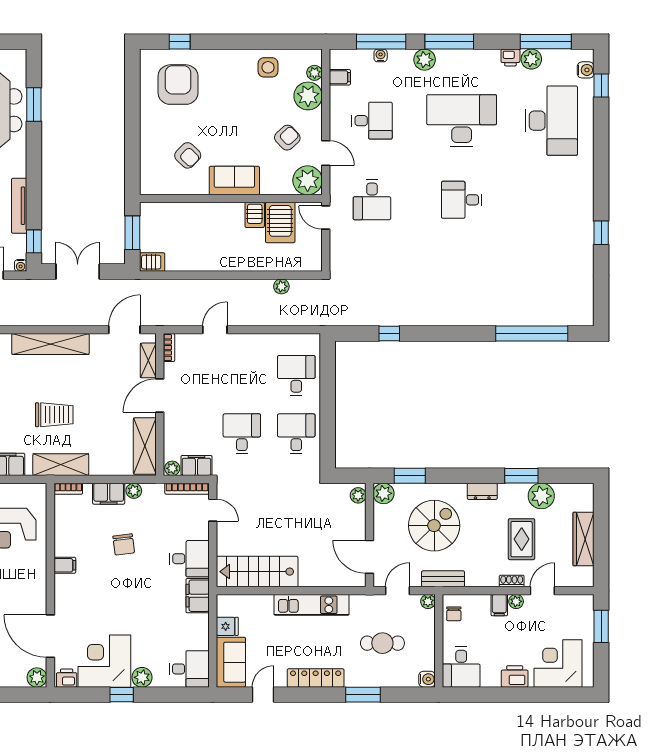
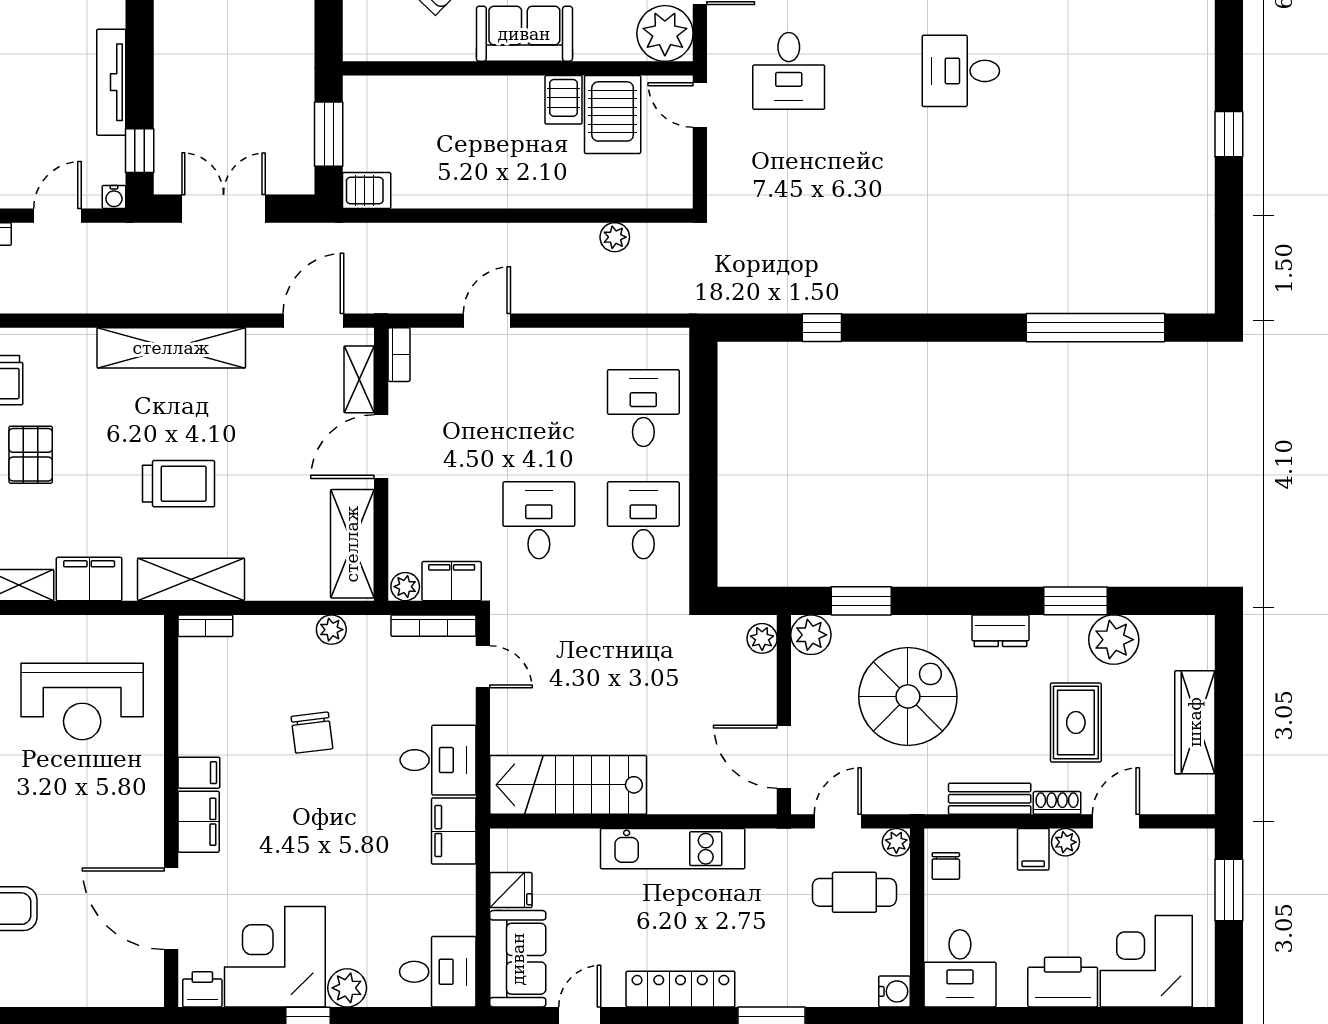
filing cabinet: (109, 494) -> (199, 822), moved, turned -90
bench: (443, 579) -> (990, 799), moved
cafe table: (382, 643) -> (854, 892), moved
printer: (515, 676) -> (1063, 982), width x1.37, depth x1.19
plant: (37, 677) -> (145, 988), removed

